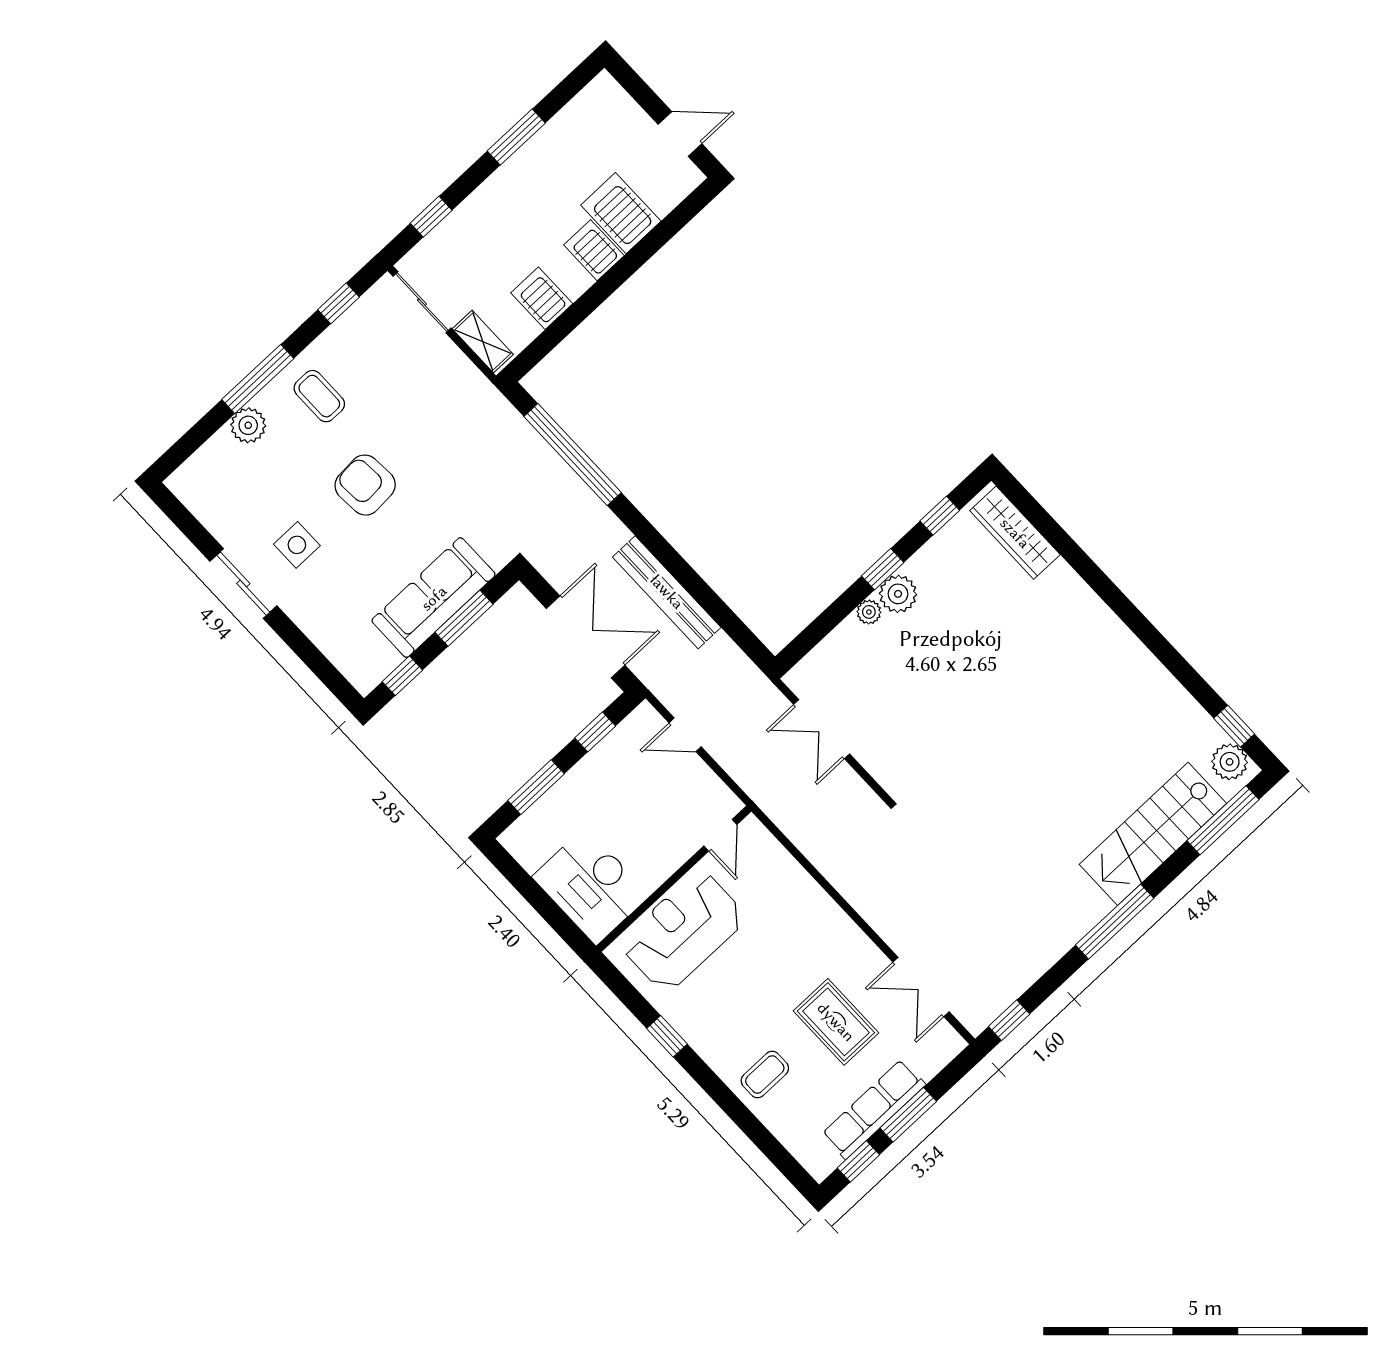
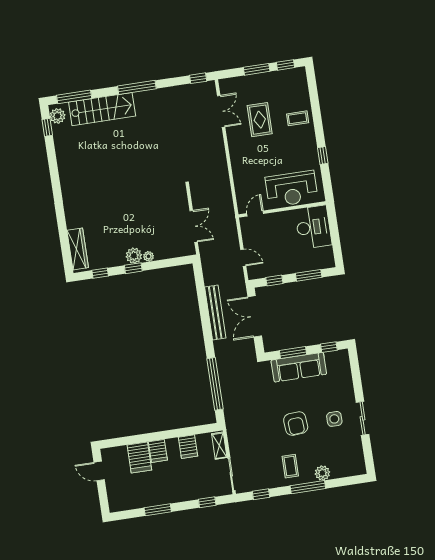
row of seats: (874, 1109) -> (268, 80), removed

